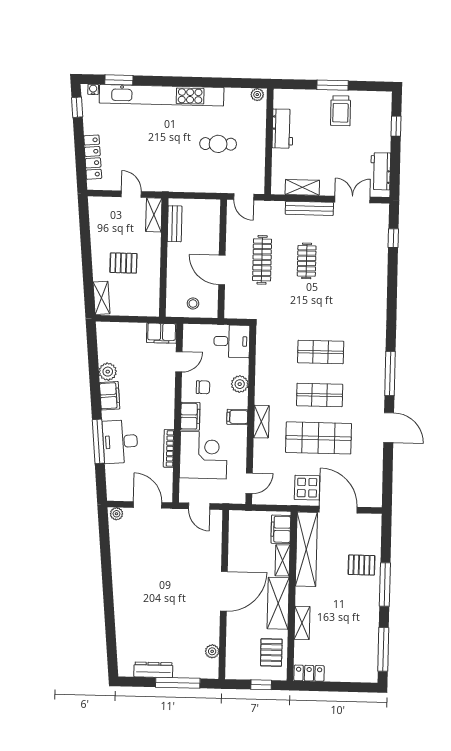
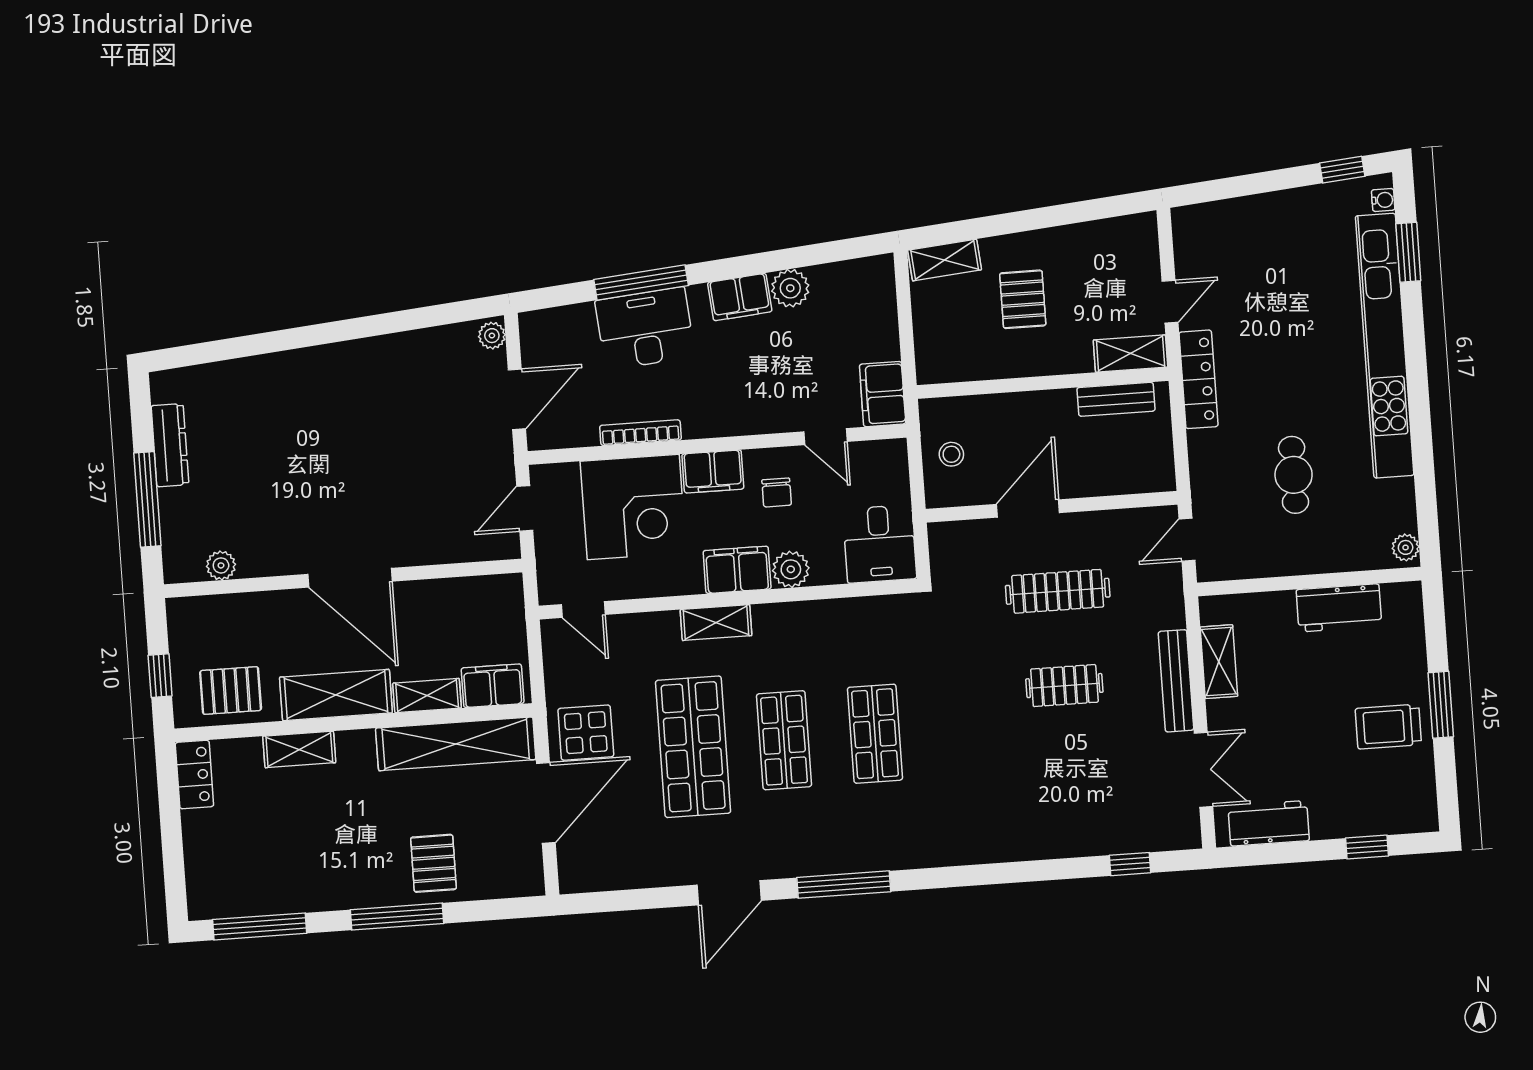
locker: (93, 157) -> (1199, 379), moved, turned -85
filing cabinet: (237, 417) -> (737, 570), width x2.00

